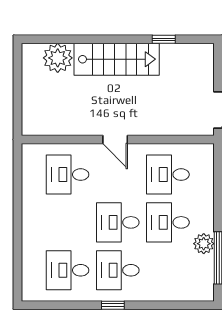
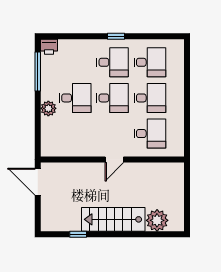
door: (115, 140) -> (114, 160), swing flipped
desk: (168, 175) -> (150, 98), moved
plant: (204, 244) -> (48, 108), moved
printer: (203, 291) -> (49, 47), added

